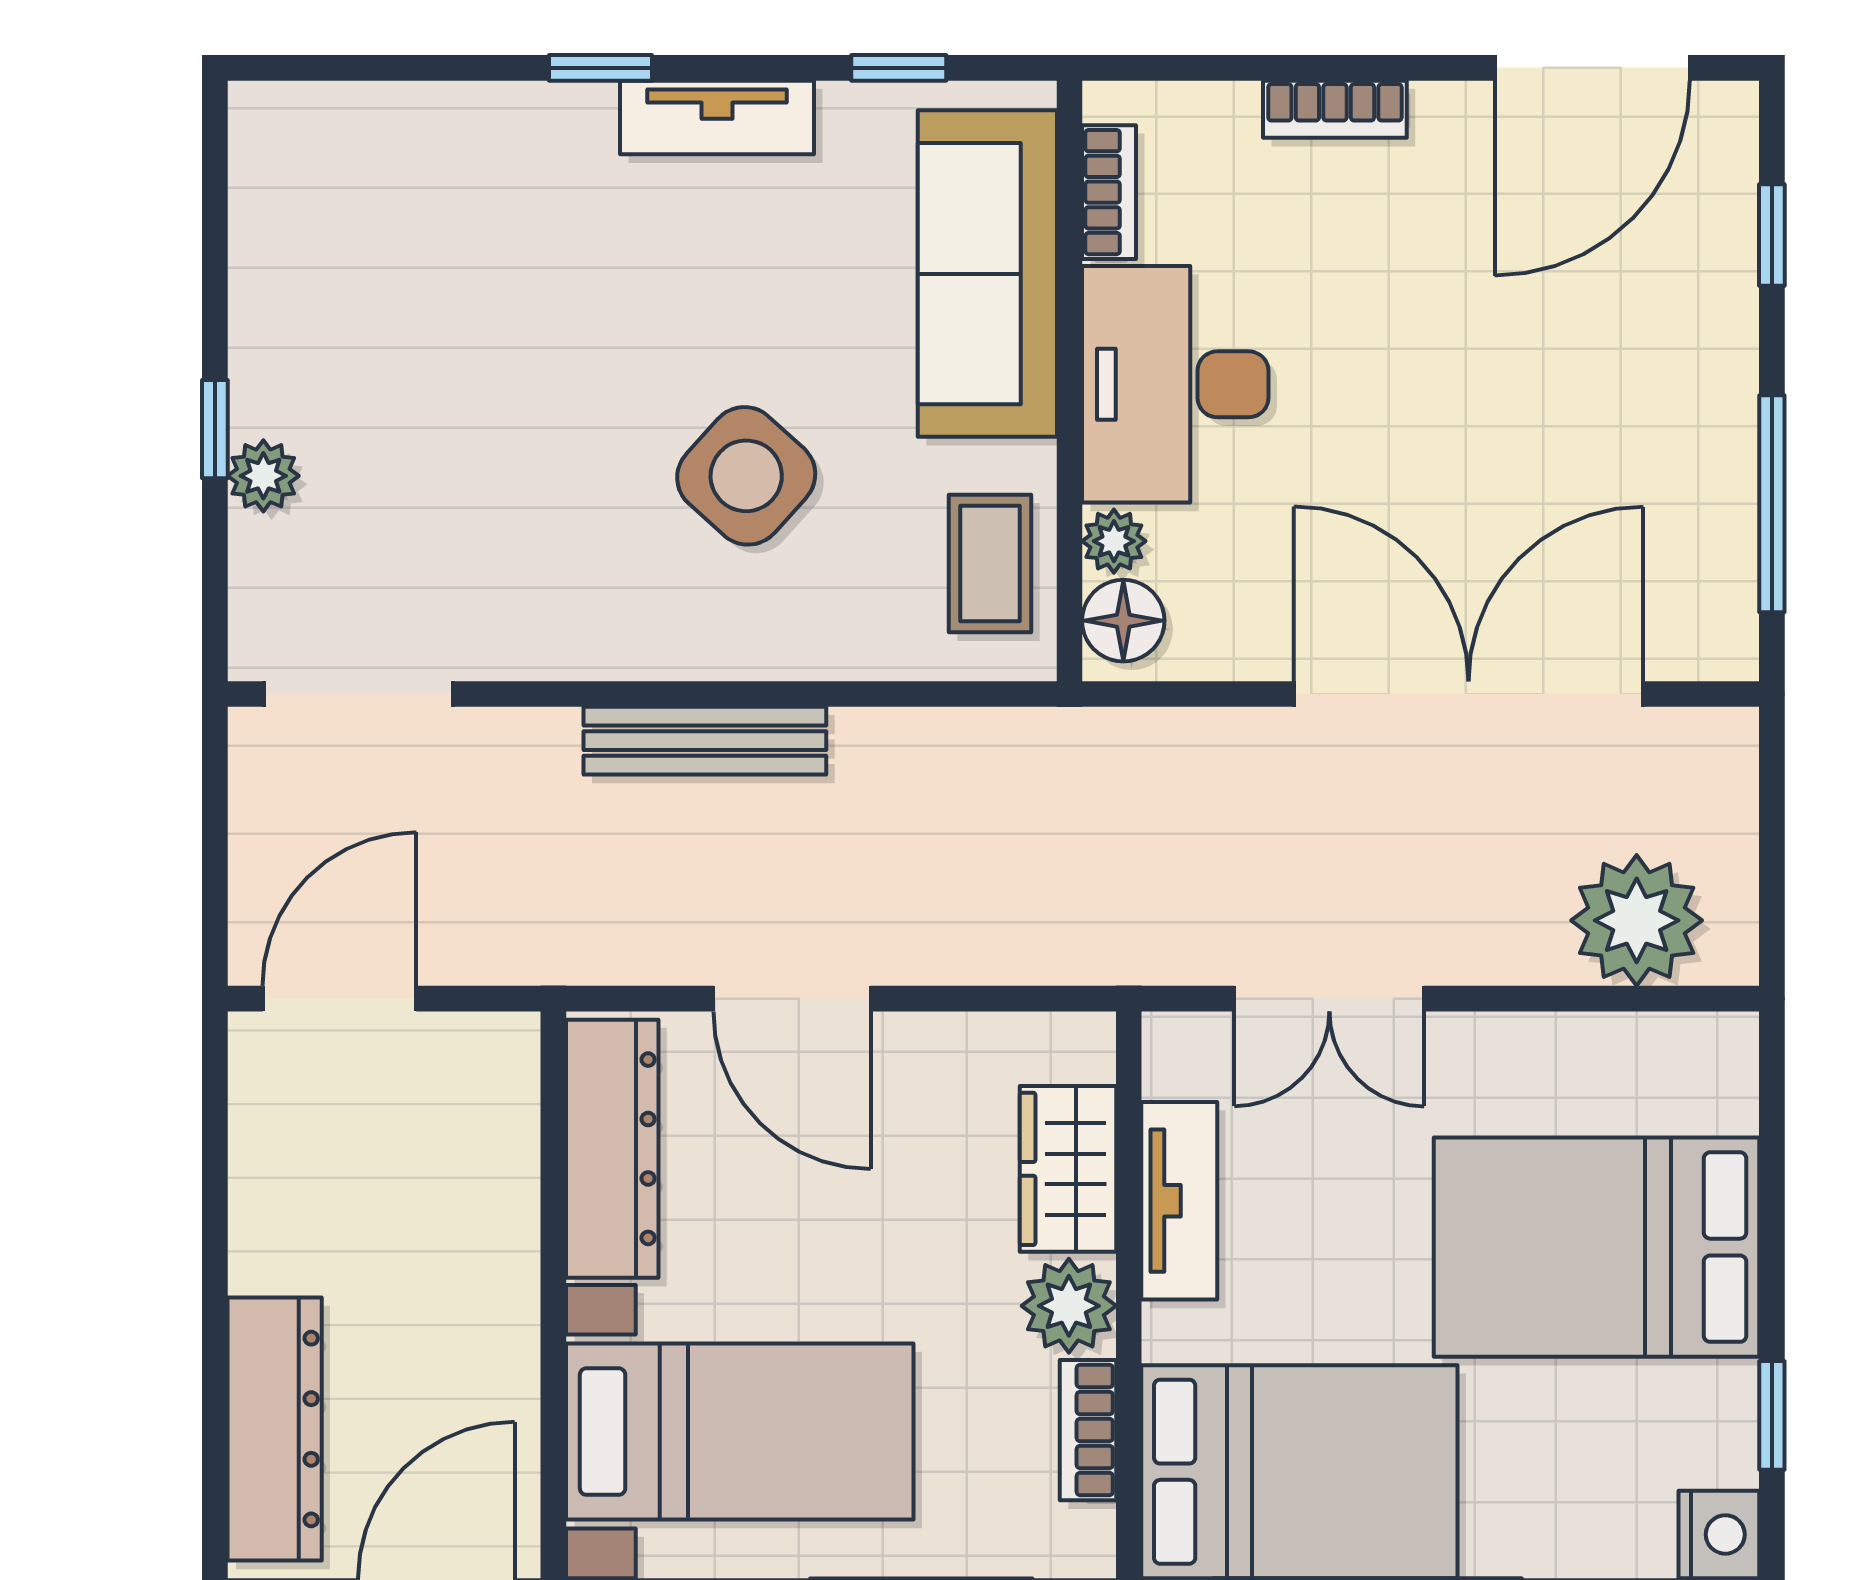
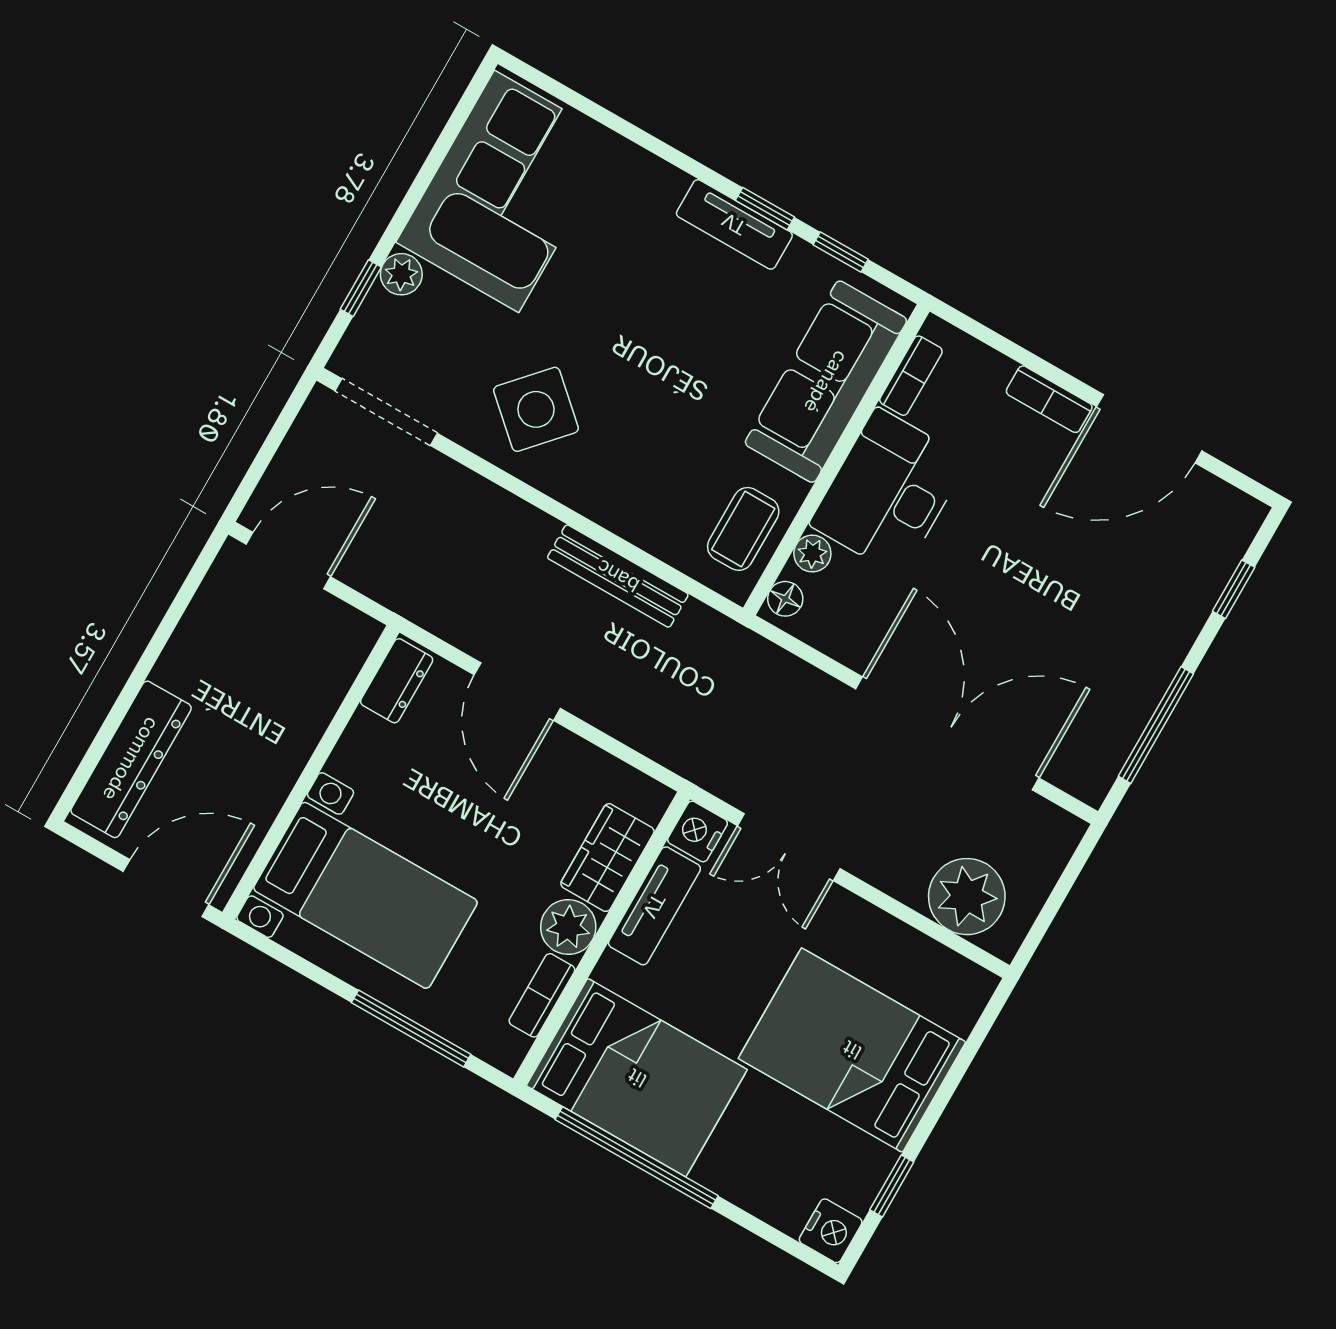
window: (600, 68) -> (765, 209), moved
door: (1592, 68) -> (1149, 429), moved
corner sofa: (349, 263) -> (506, 191), added
window: (215, 429) -> (361, 288), moved
side table: (746, 476) -> (536, 409), moved
floor lamp: (1123, 621) -> (785, 599), width x0.73, depth x0.73
bench: (705, 741) -> (618, 576), moved
nightstand: (1180, 1053) -> (698, 831), added
dresser: (612, 1149) -> (397, 681), width x0.51, depth x0.80

